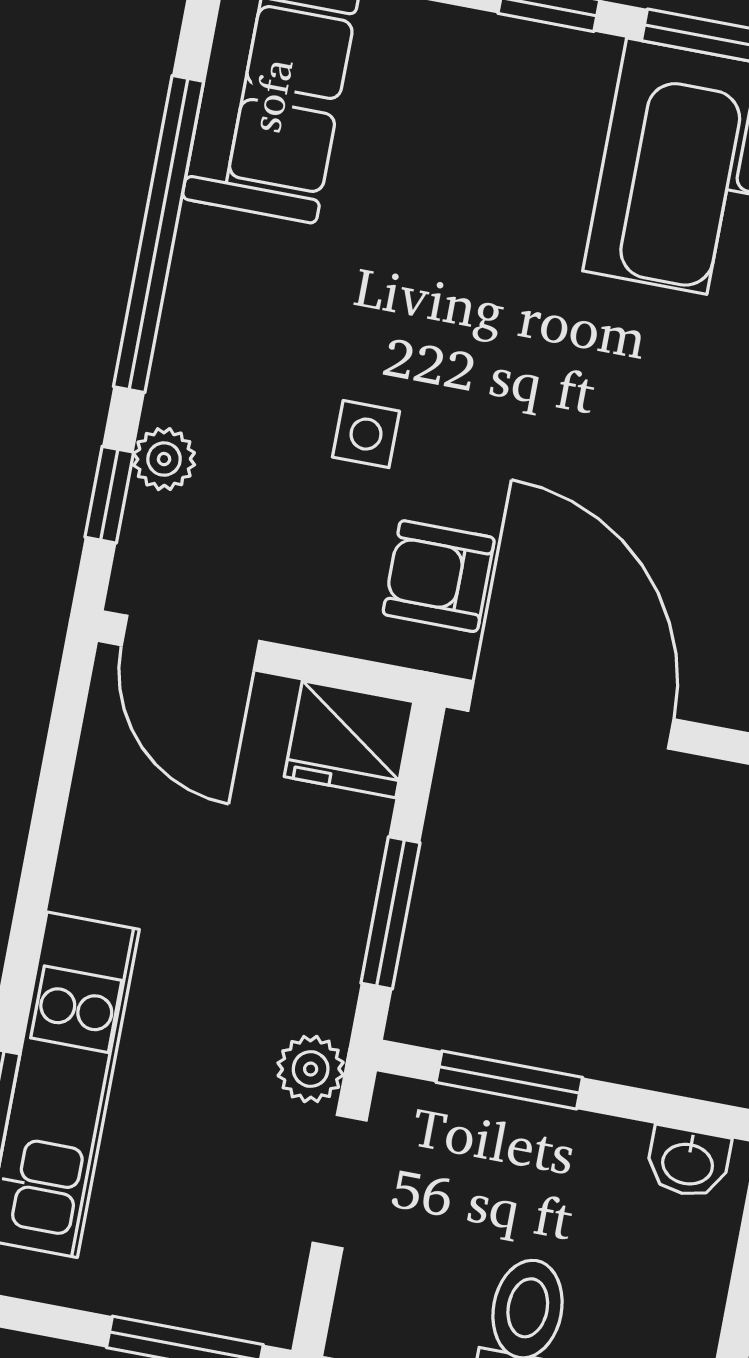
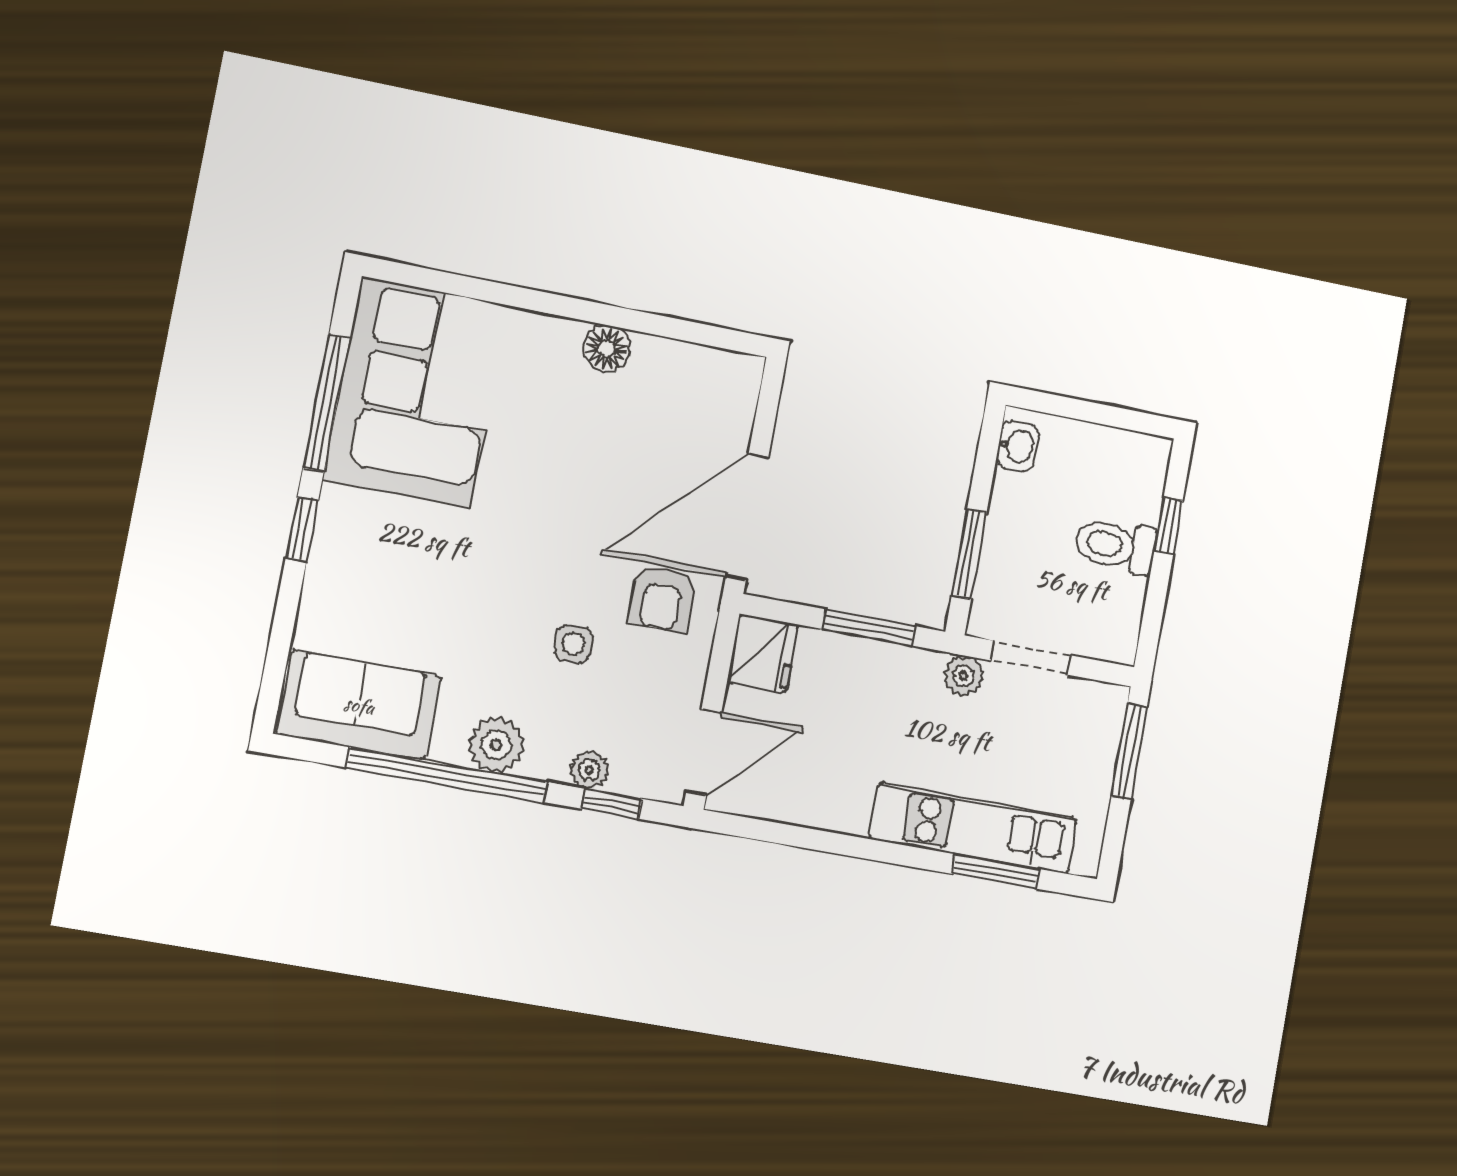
plant: (206, 311) -> (496, 745), added

